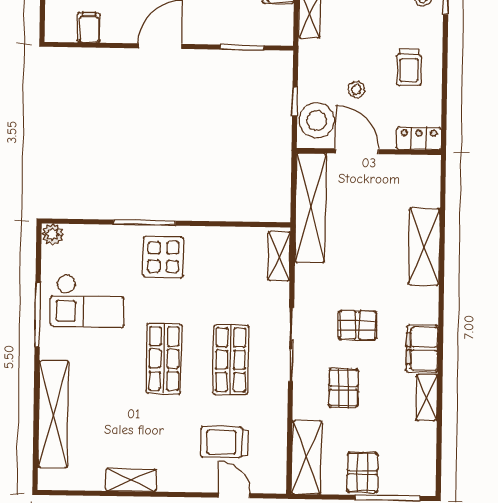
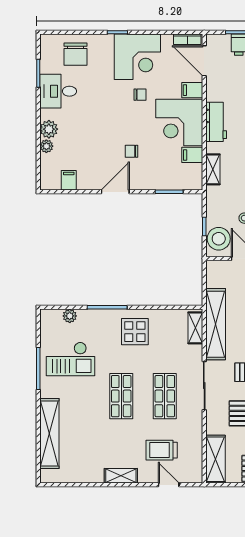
shelving: (311, 208) -> (216, 324), moved
plant: (53, 234) -> (70, 316), moved
display table: (163, 257) -> (135, 332), moved
shelving: (131, 480) -> (121, 476), moved

